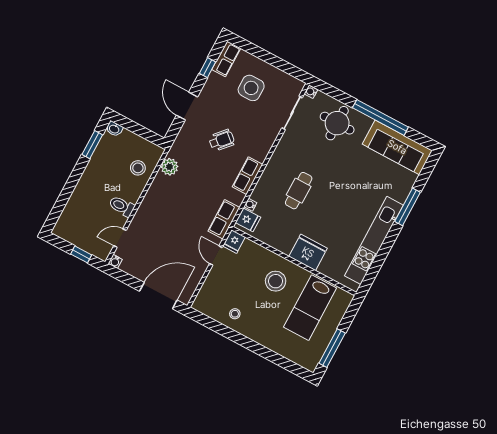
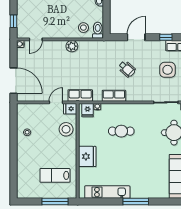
plant: (169, 167) -> (72, 46), moved
toilet: (122, 206) -> (98, 30), moved
window: (408, 207) -> (136, 202), moved
door: (120, 238) -> (36, 39), swing flipped
kitchen unit: (374, 240) -> (107, 192), width x0.73
stool: (276, 281) -> (66, 129), moved
lab bench: (310, 308) -> (55, 175), width x0.73, depth x0.72
window: (332, 348) -> (55, 202), moved

